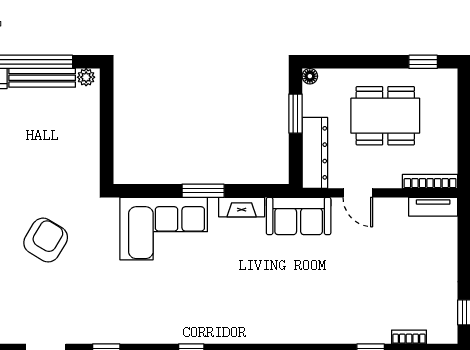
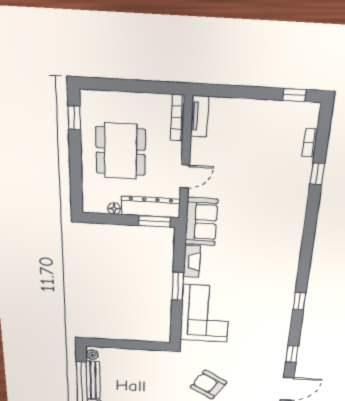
floor lamp: (310, 76) -> (114, 209), moved
window: (295, 114) -> (154, 221), moved

